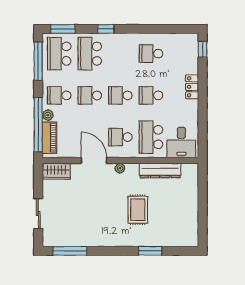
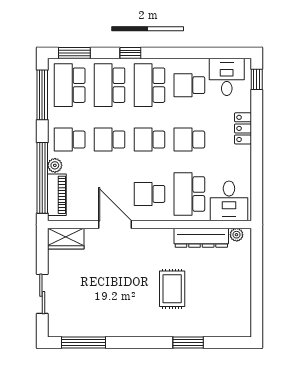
desk: (180, 47) -> (227, 77), added
school desk: (120, 54) -> (149, 85), added
plant: (120, 168) -> (237, 235), moved

